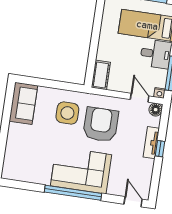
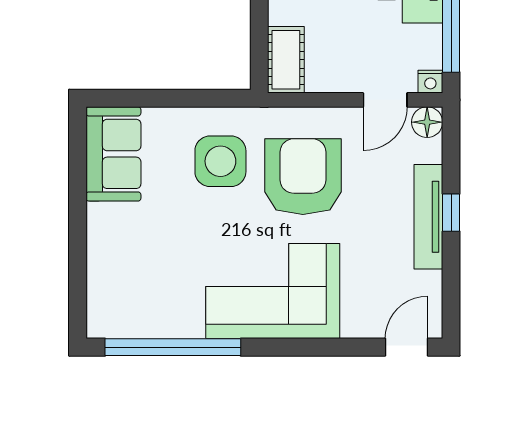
door: (140, 98) -> (385, 100), swing flipped
tv unit: (151, 143) -> (428, 217), width x1.41
window: (73, 193) -> (173, 347), moved
door: (133, 202) -> (406, 347), hinge flipped

